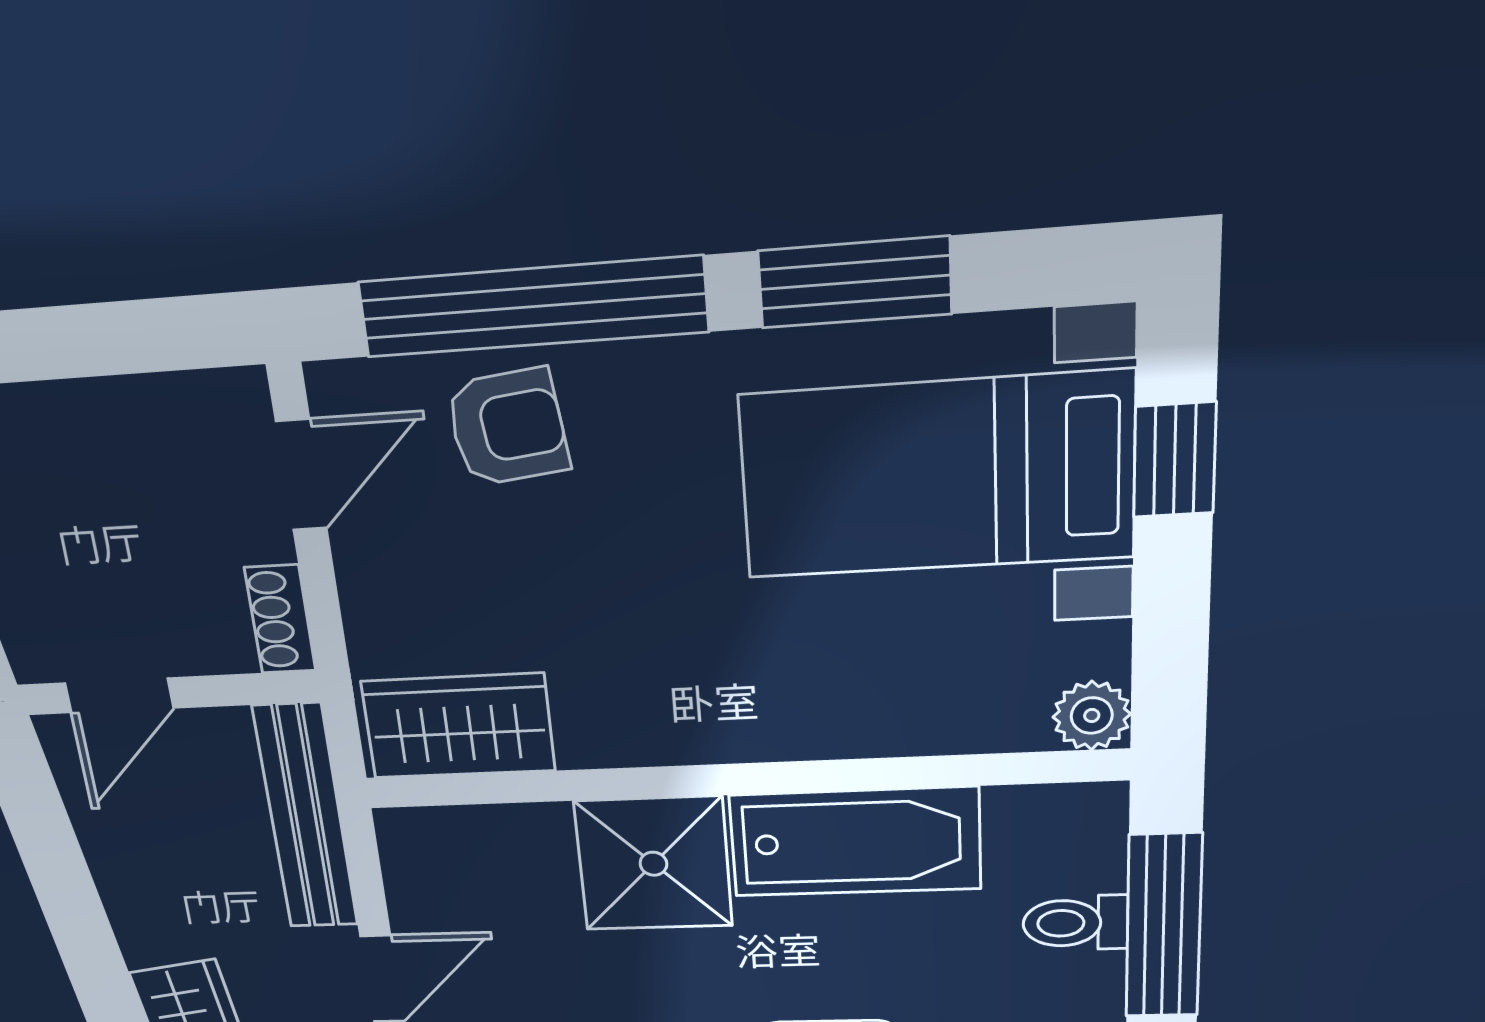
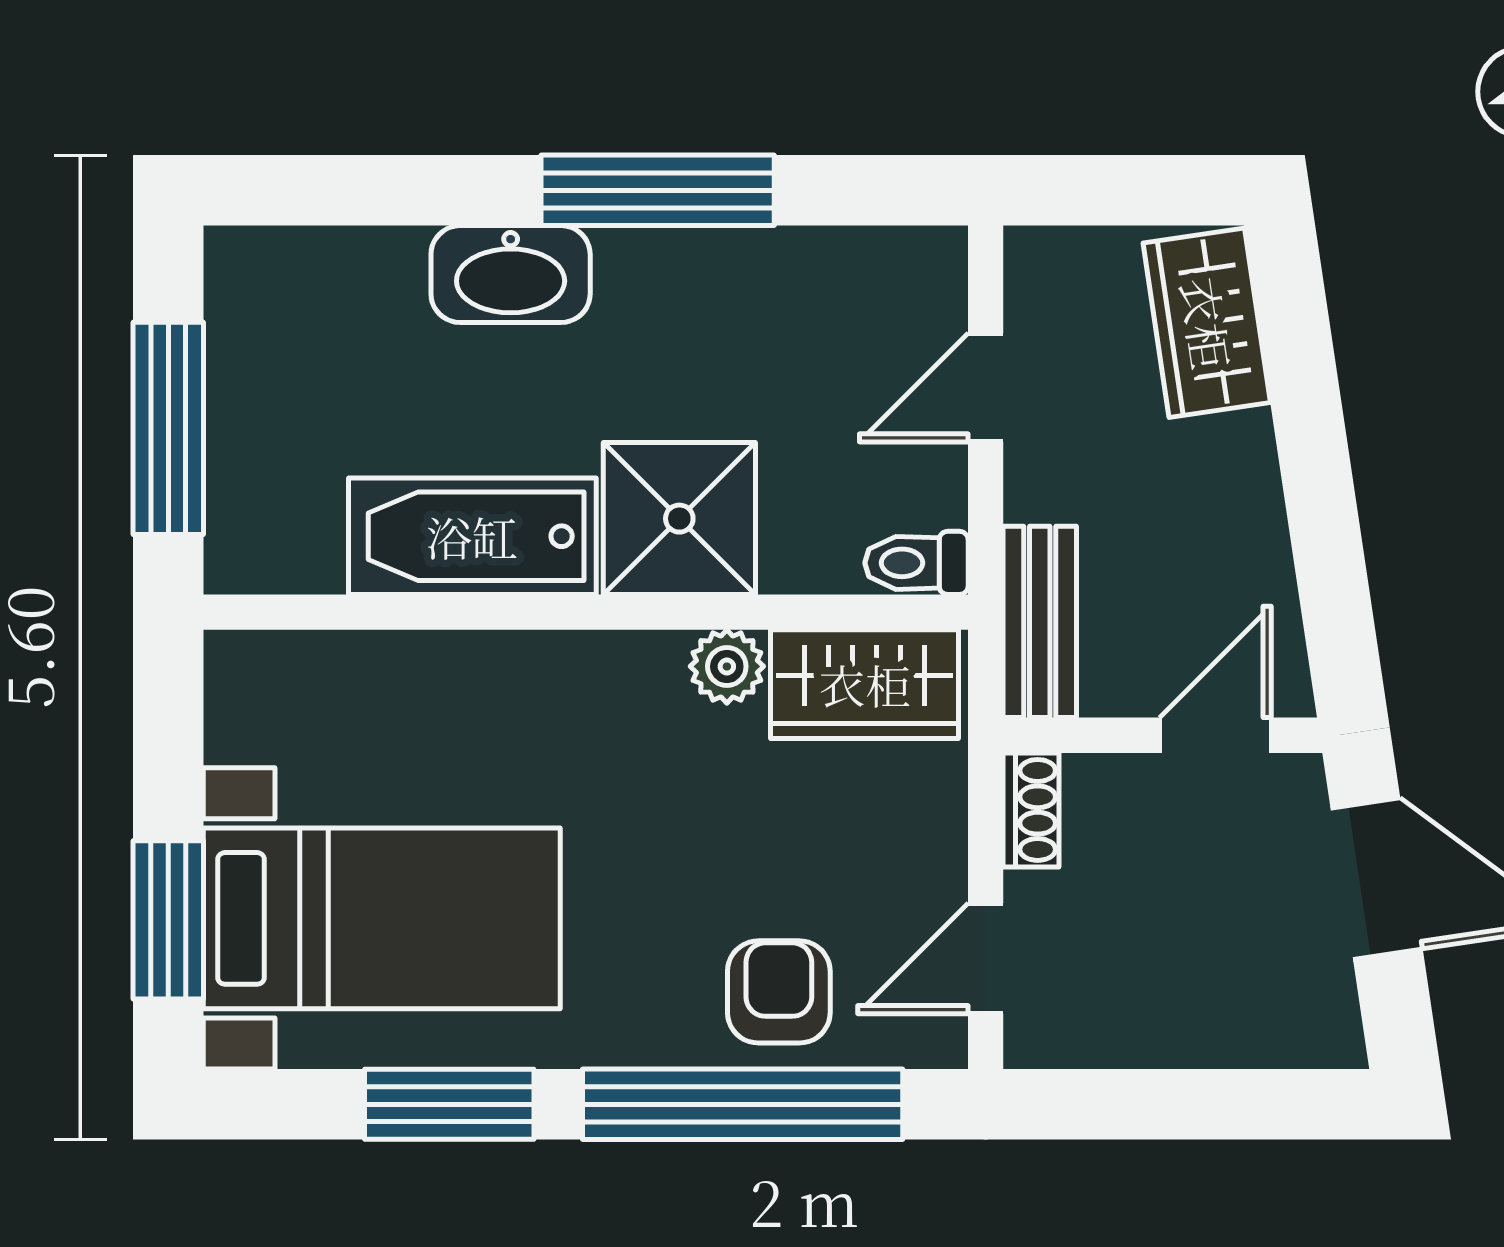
armchair: (507, 427) -> (779, 992), turned 97
window: (1175, 460) -> (168, 920), width x1.50
plant: (1092, 715) -> (727, 666), moved
bench: (306, 817) -> (1040, 622), width x0.73
toilet: (1075, 923) -> (916, 563), moved, turned 180

